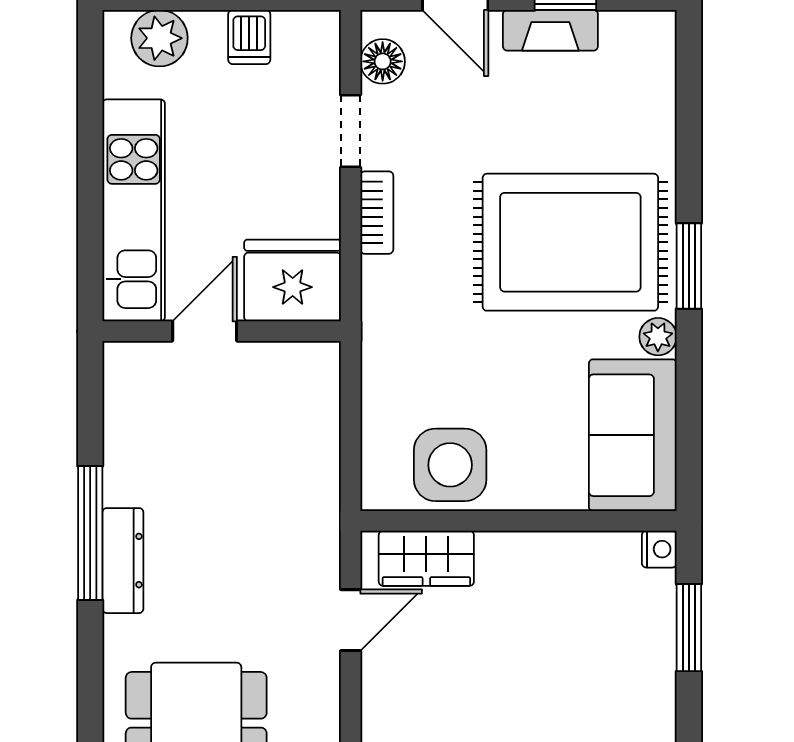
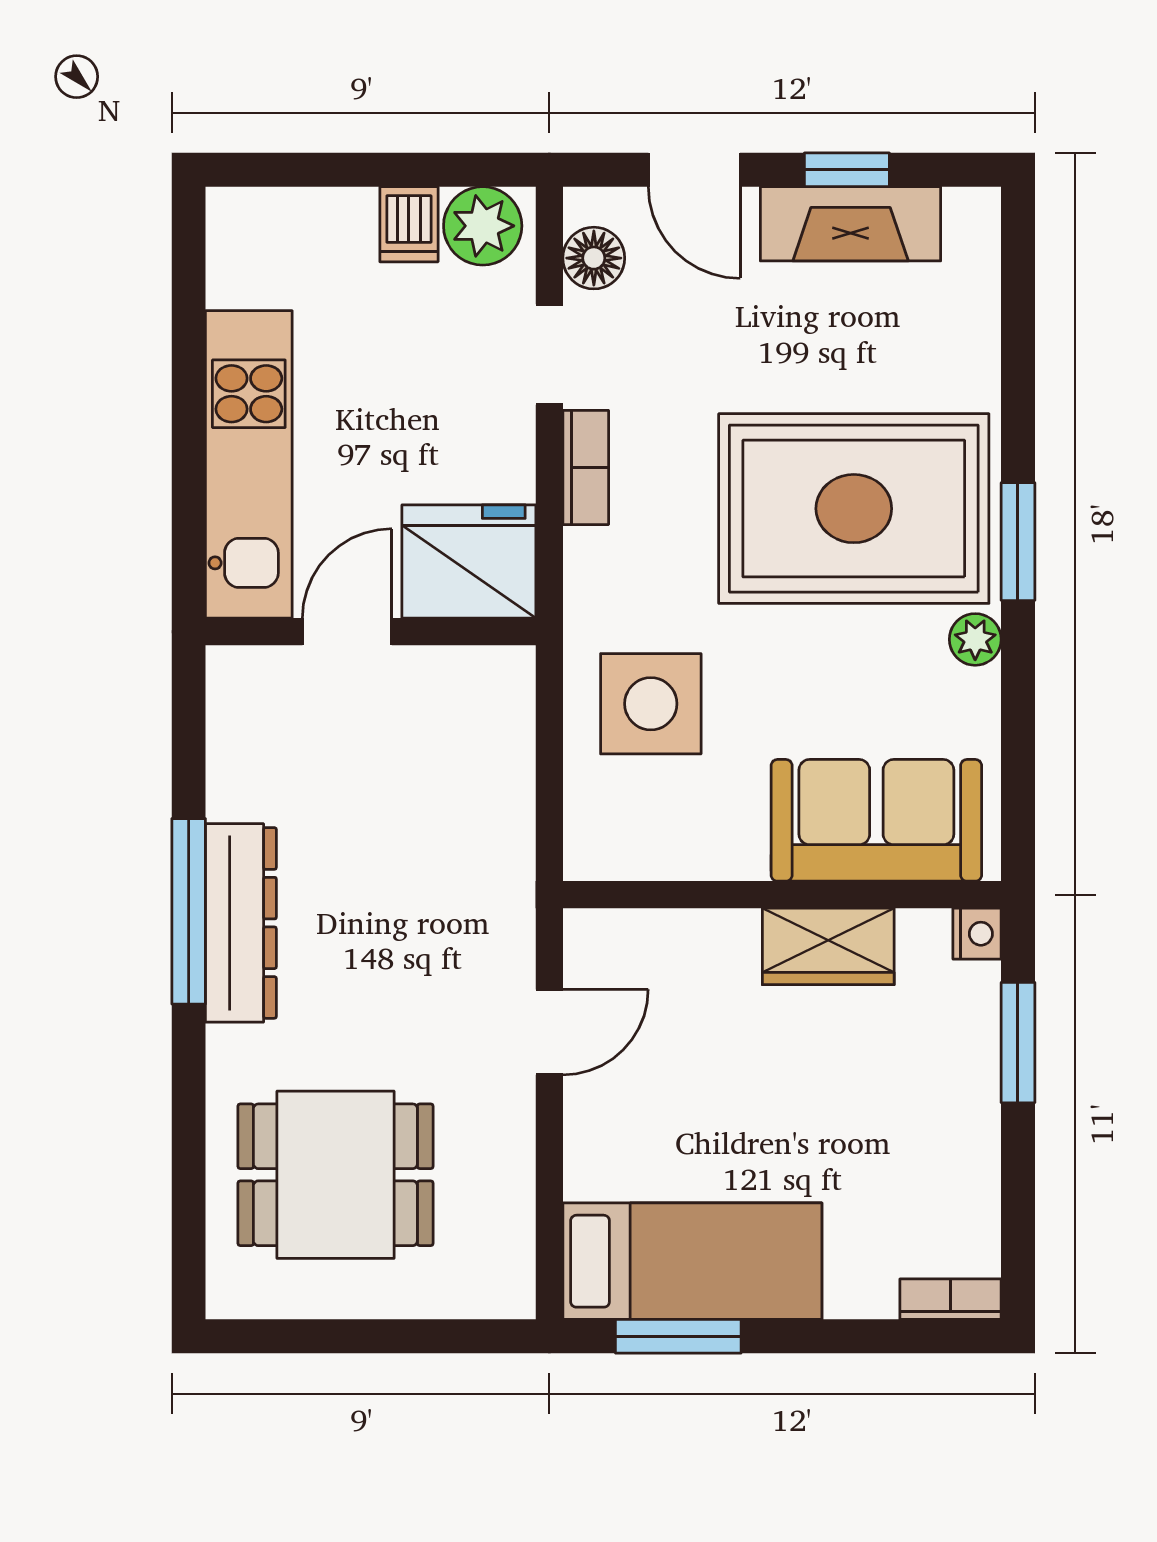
fireplace: (550, 30) -> (851, 224), width x1.37, depth x1.32
plant: (159, 38) -> (483, 226), moved
sofa: (633, 435) -> (876, 820), moved, turned 90
side table: (450, 465) -> (651, 704), moved
wardrobe: (426, 558) -> (828, 946), moved
dresser: (123, 561) -> (241, 923), width x1.37, depth x1.24

